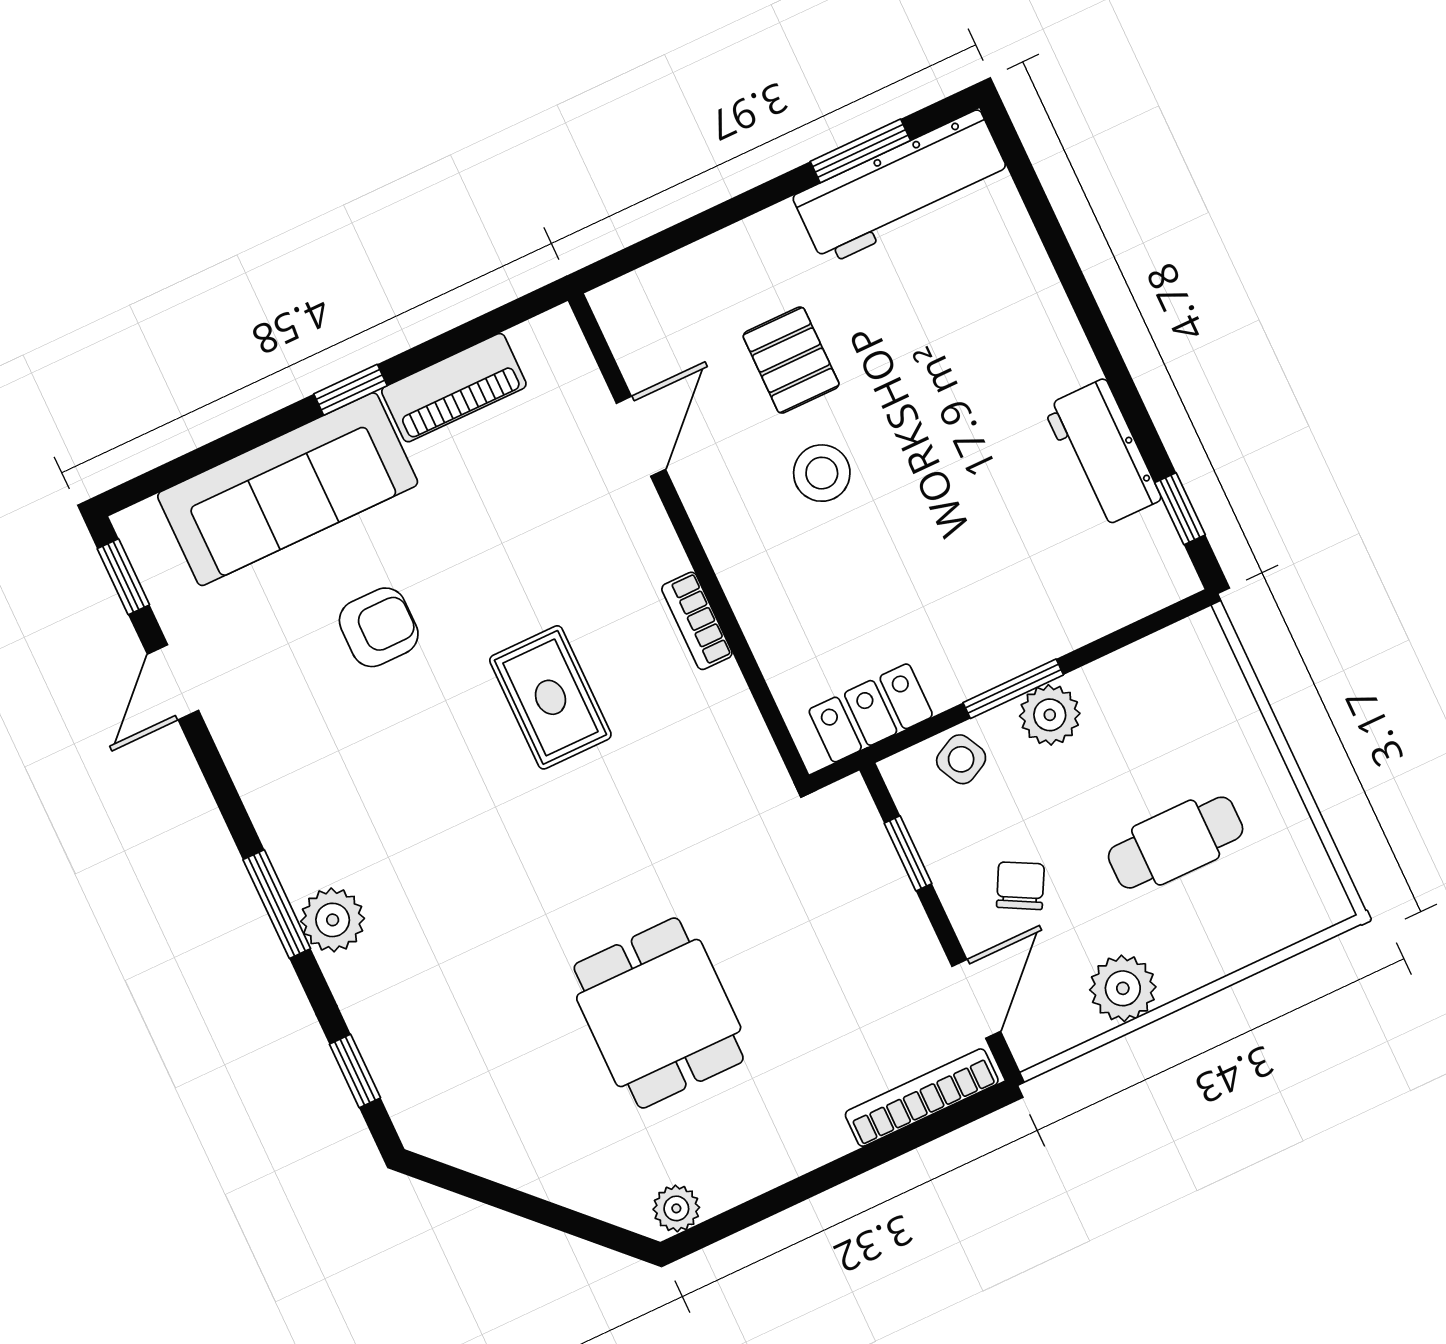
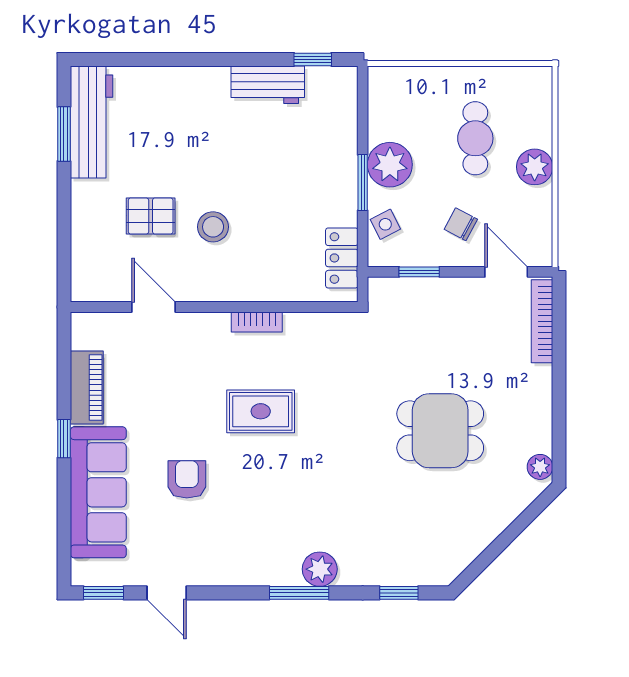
plant: (1050, 715) -> (390, 165), width x1.36, depth x1.36
plant: (1123, 988) -> (535, 167), moved

